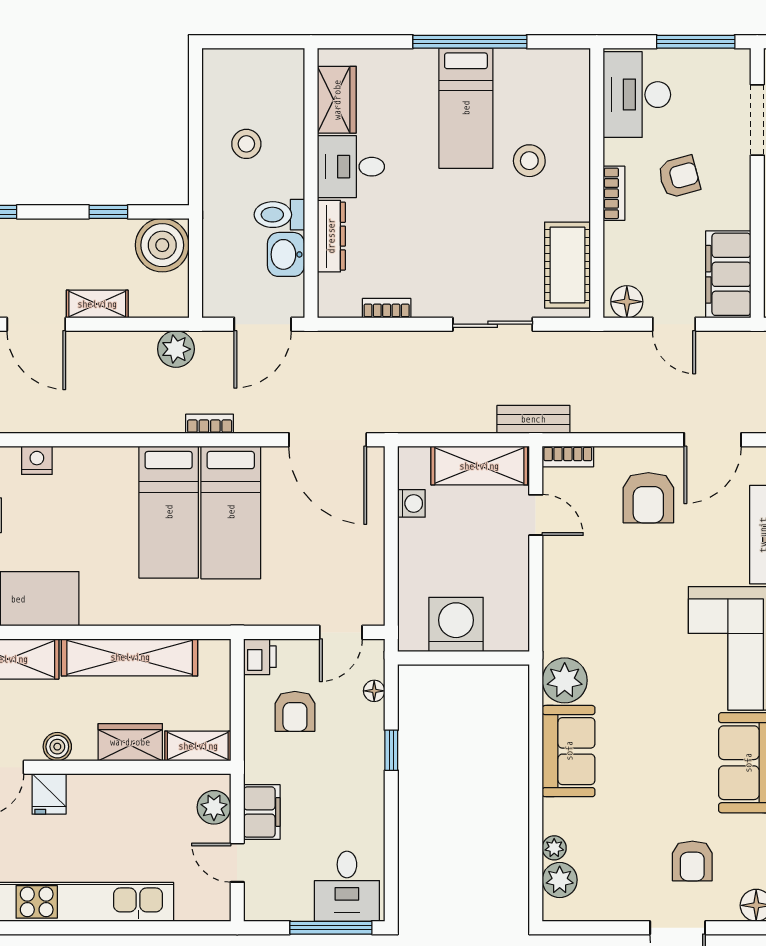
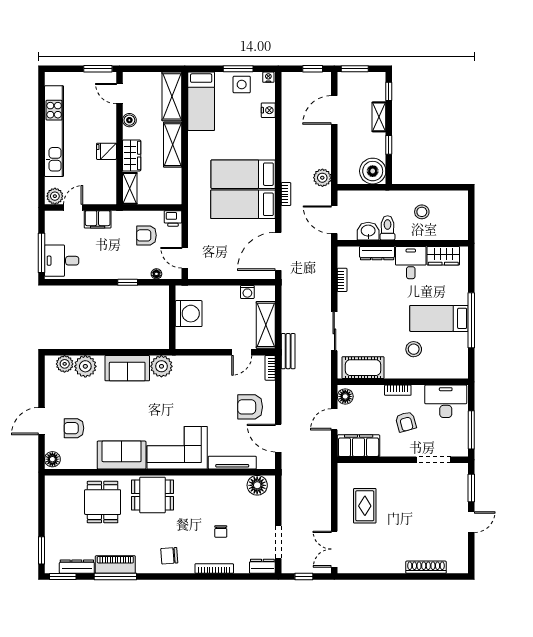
shelving: (97, 304) -> (379, 117), moved
shelving: (130, 657) -> (173, 145), width x0.68
fridge: (49, 794) -> (106, 151), moved
plant: (214, 807) -> (55, 196), moved
plant: (554, 848) -> (85, 366), width x1.88, depth x1.88

